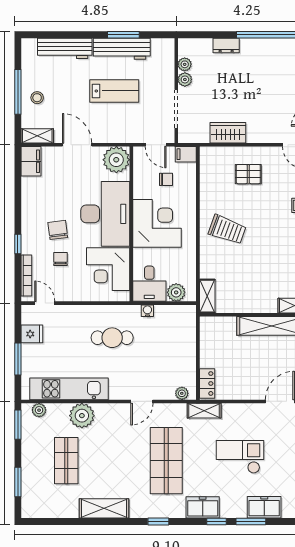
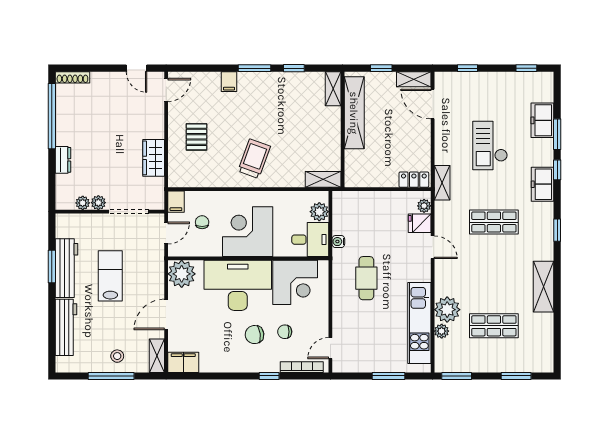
fridge: (32, 334) -> (420, 223), moved, turned -90
plant: (39, 410) -> (442, 331), moved
shop shelf: (166, 461) -> (494, 222), width x0.70, depth x0.74

